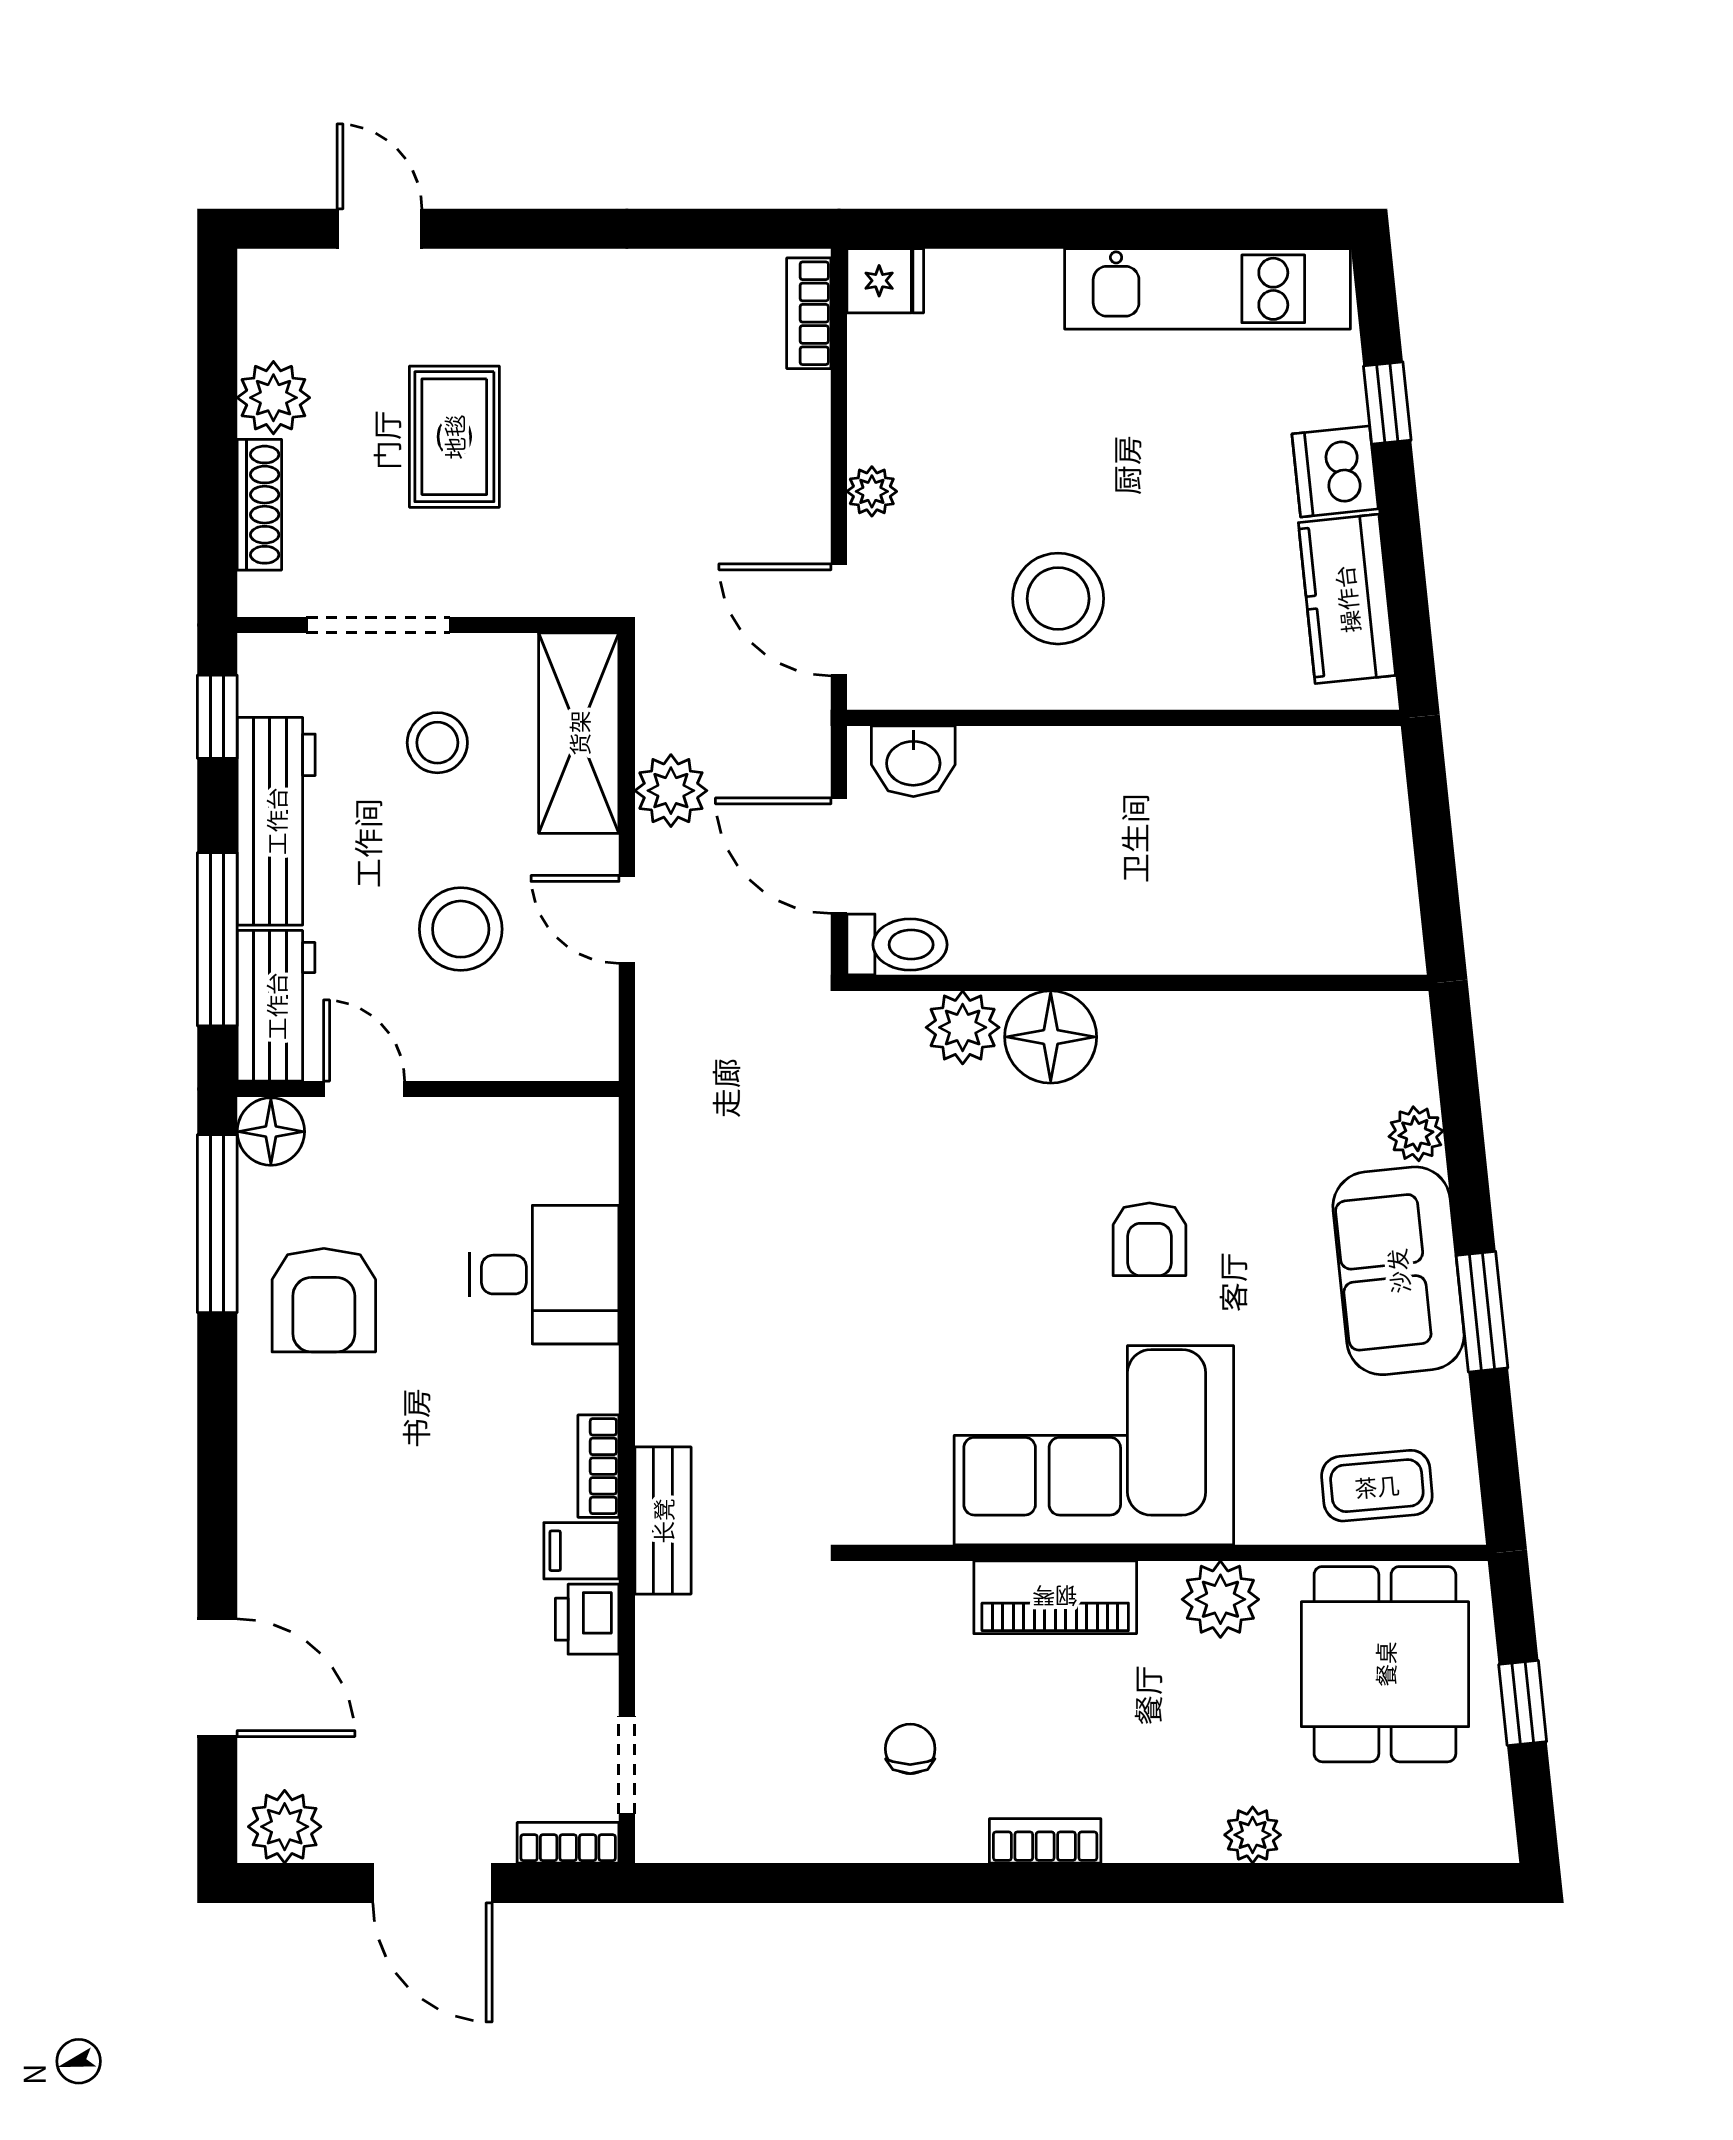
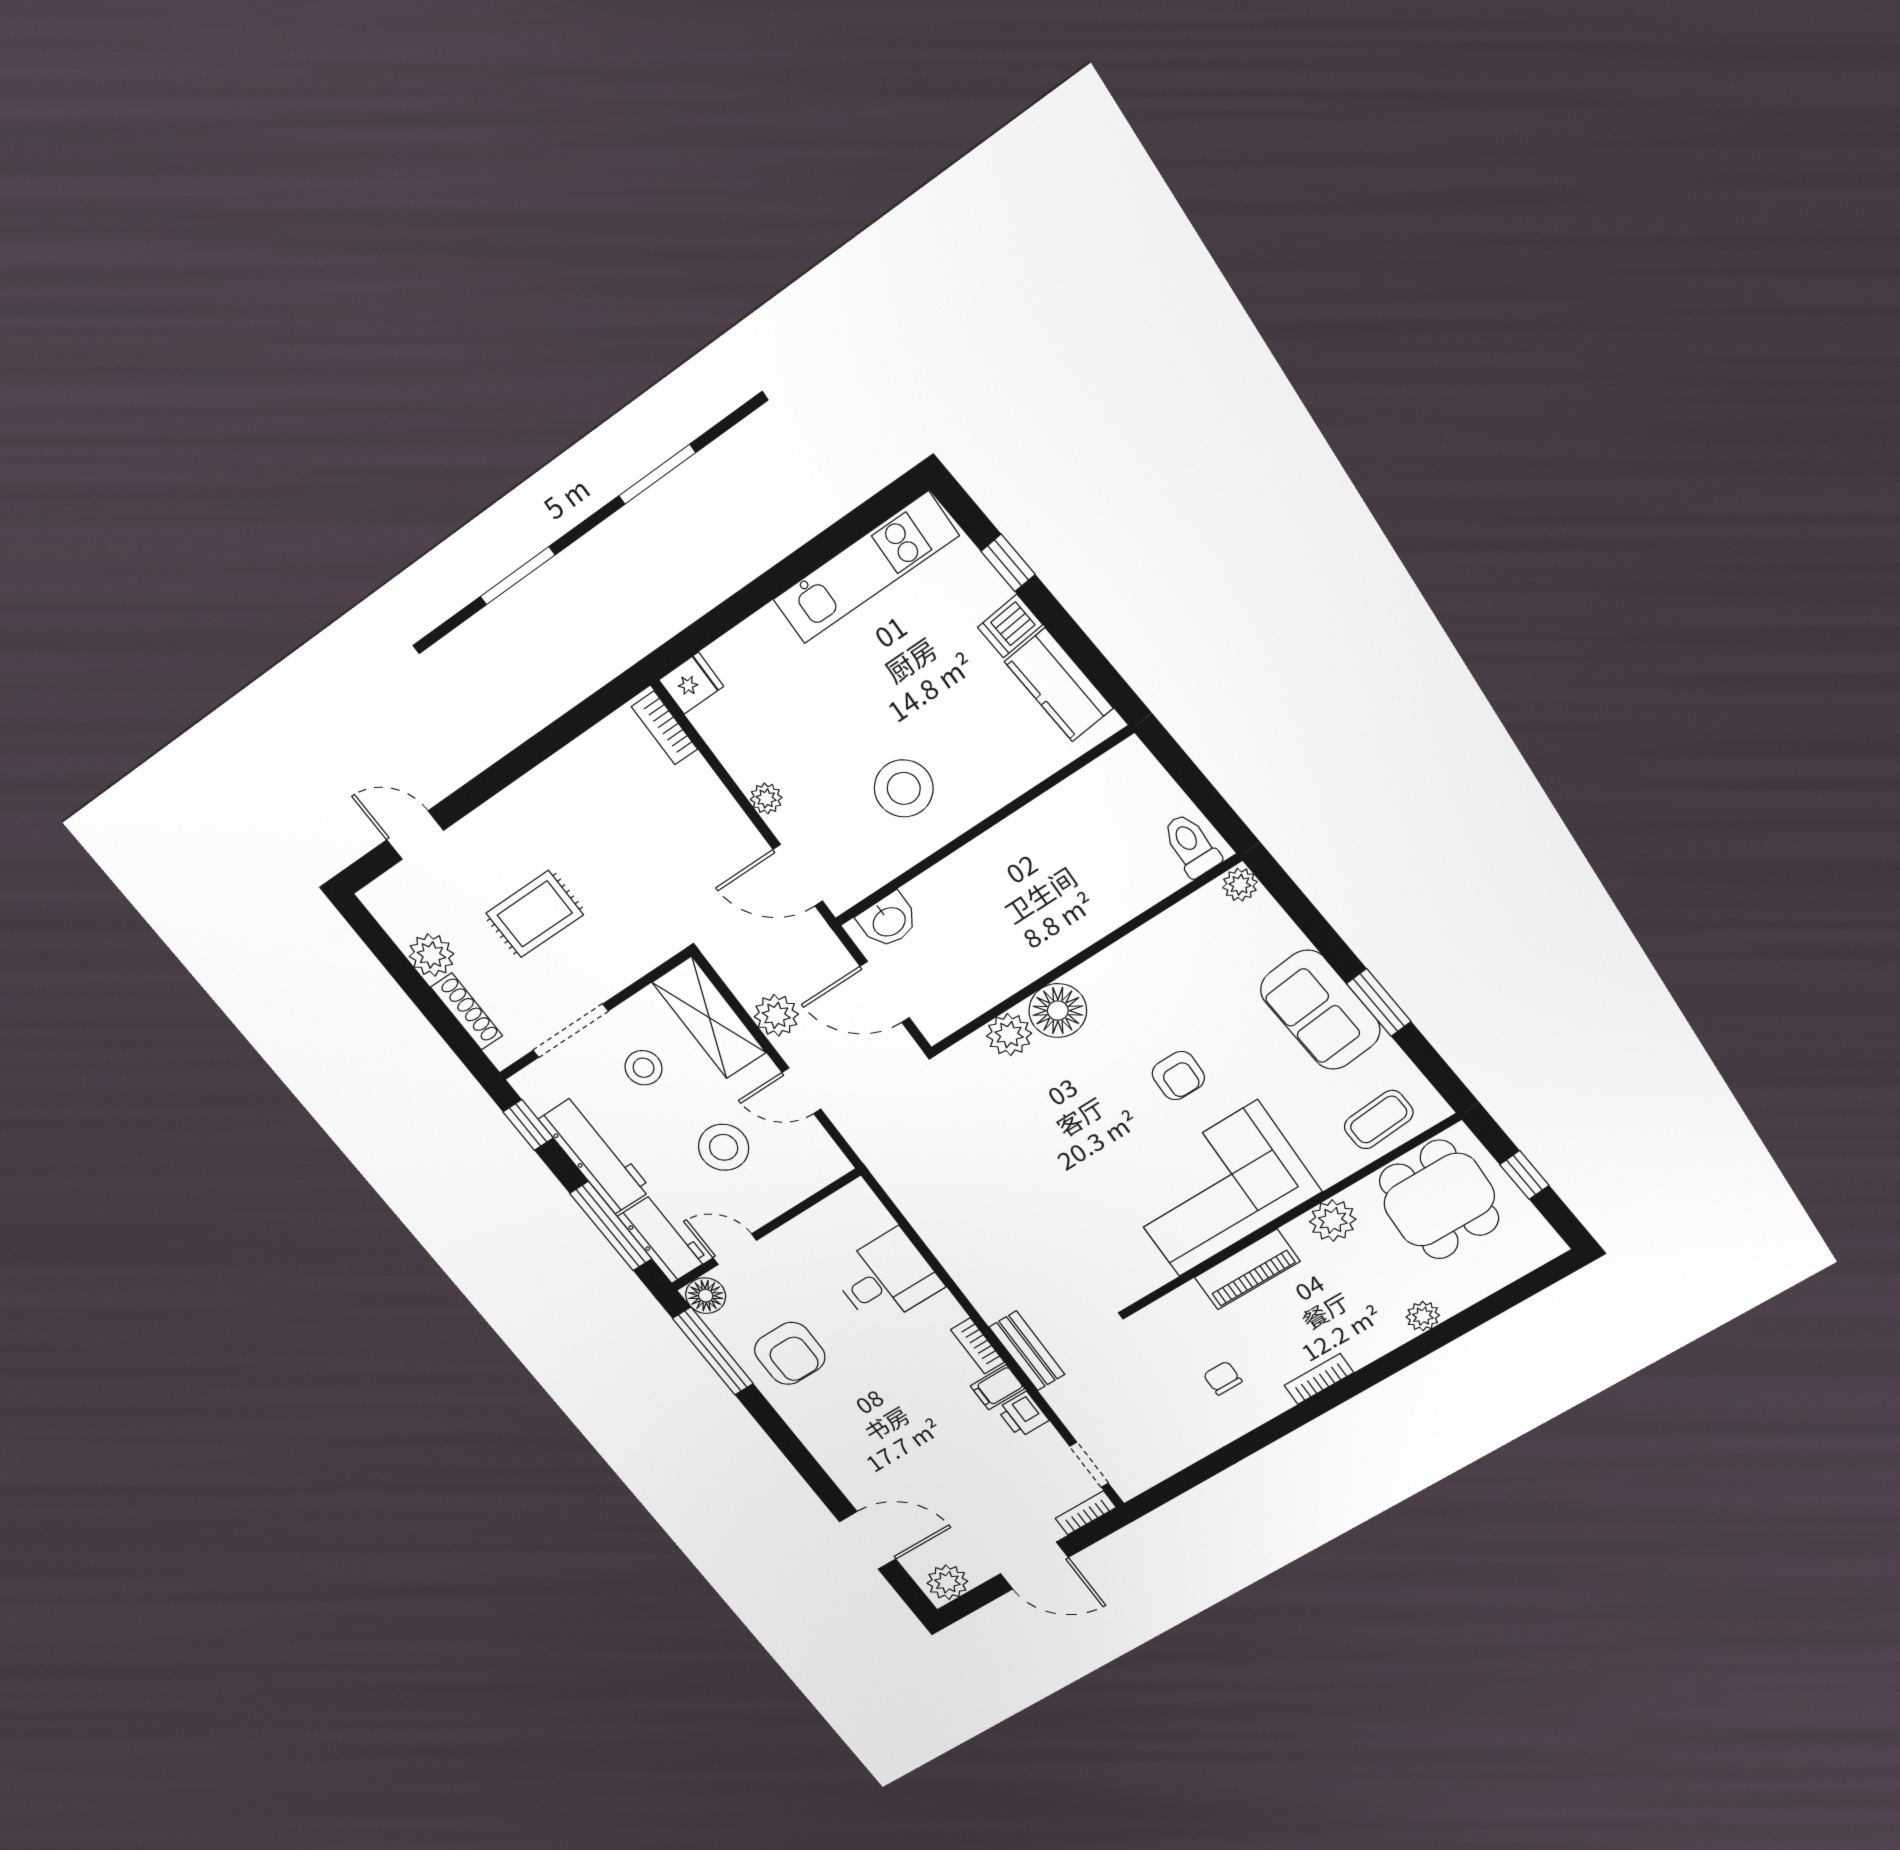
rug: (454, 437) -> (535, 914), turned 90
dishwasher: (1335, 471) -> (1010, 626), width x0.73
toilet: (897, 945) -> (1191, 845), moved, turned -90
plant: (1416, 1134) -> (1240, 885), moved

